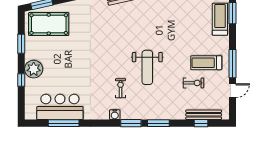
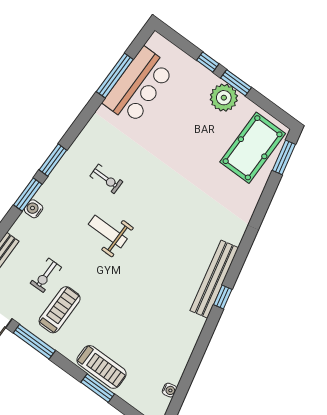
window: (21, 44) -> (236, 83), moved
weight bench: (147, 67) -> (108, 232), width x0.73, depth x0.75
plant: (34, 69) -> (224, 98), moved
water cooler: (115, 115) -> (34, 209), moved

